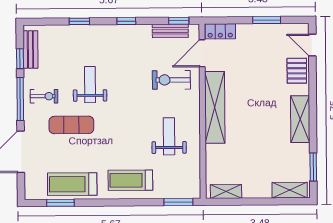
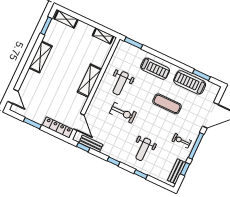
locker: (220, 31) -> (58, 127), width x1.53
door: (202, 53) -> (79, 122), hinge flipped
pallet: (297, 71) -> (29, 86), removed
exercise bike: (171, 80) -> (123, 113), moved
weight bench: (90, 85) -> (143, 149), moved
shelving: (215, 107) -> (89, 81), width x0.68
exercise mat: (71, 125) -> (167, 104), moved
treadmill: (72, 184) -> (190, 82), turned 180

